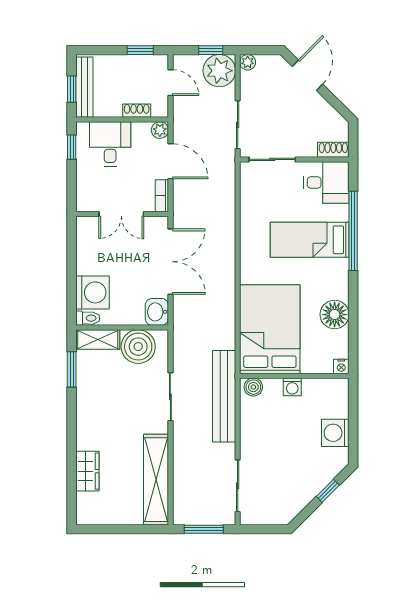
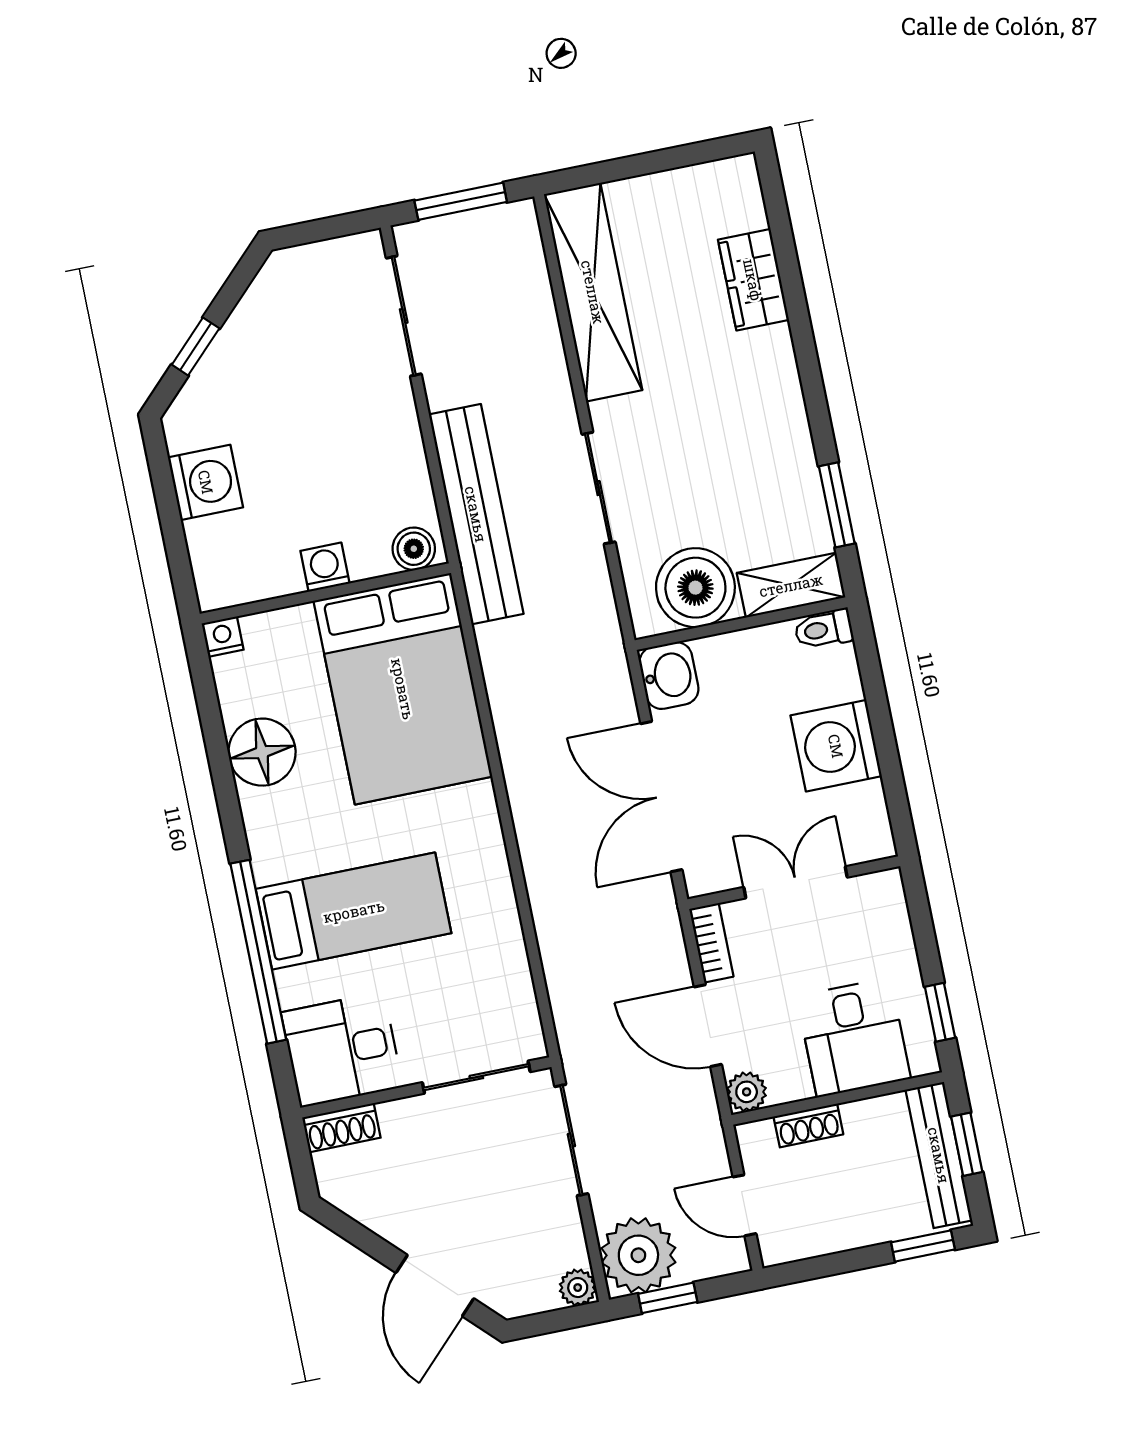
window: (140, 50) -> (923, 1246), moved
washing machine: (93, 292) -> (836, 746), moved

